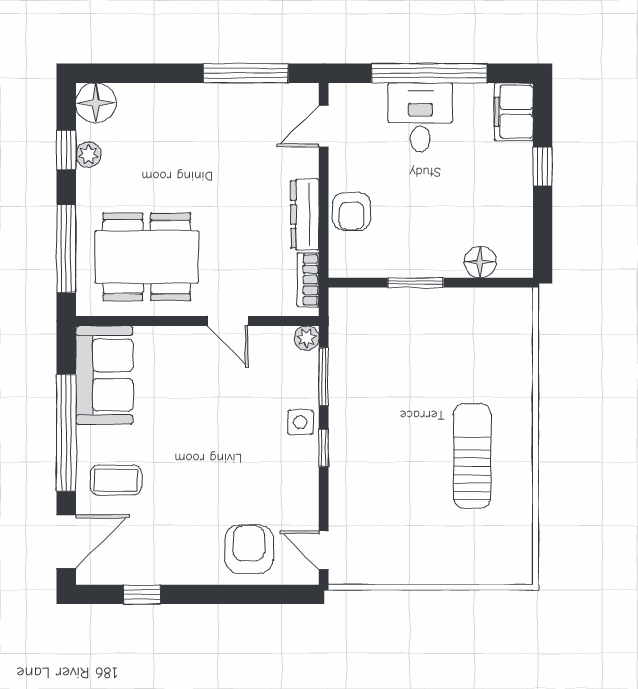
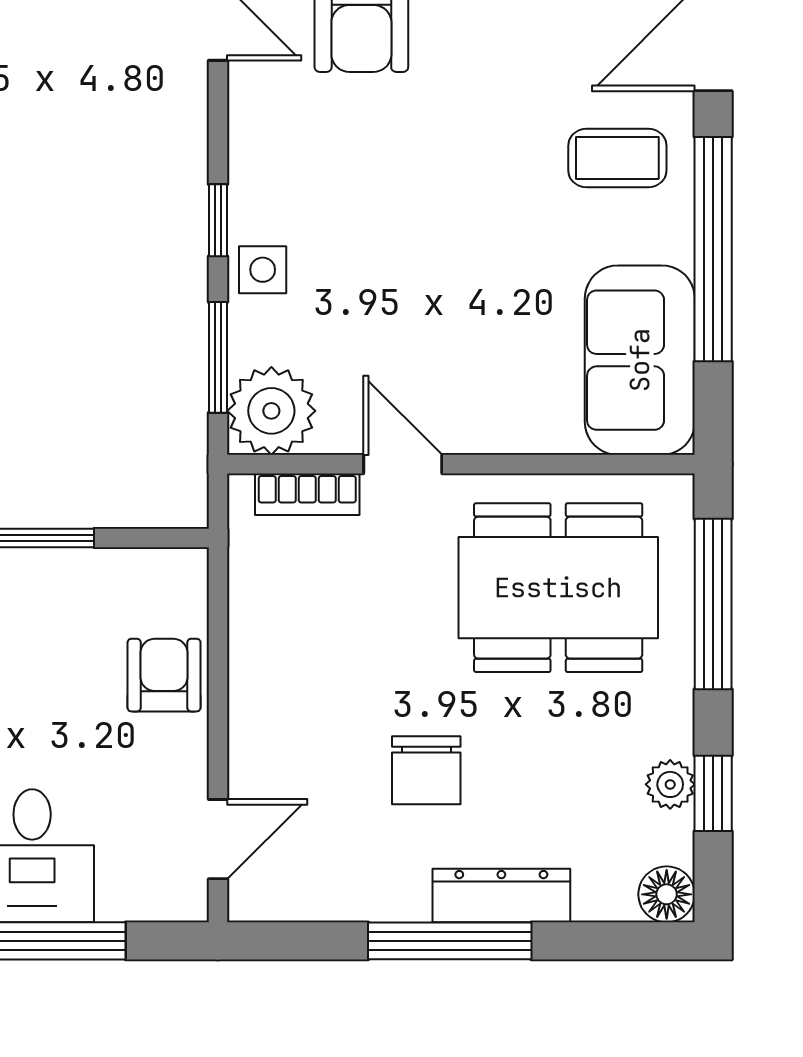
window: (246, 73) -> (450, 941), moved
floor lamp: (96, 103) -> (667, 894), width x0.73, depth x0.73
chair: (215, 162) -> (426, 770), added
dresser: (305, 214) -> (501, 896), moved, turned -90
bookcase: (308, 280) -> (307, 494), moved, turned 90
plant: (307, 338) -> (271, 411), width x1.88, depth x1.88

